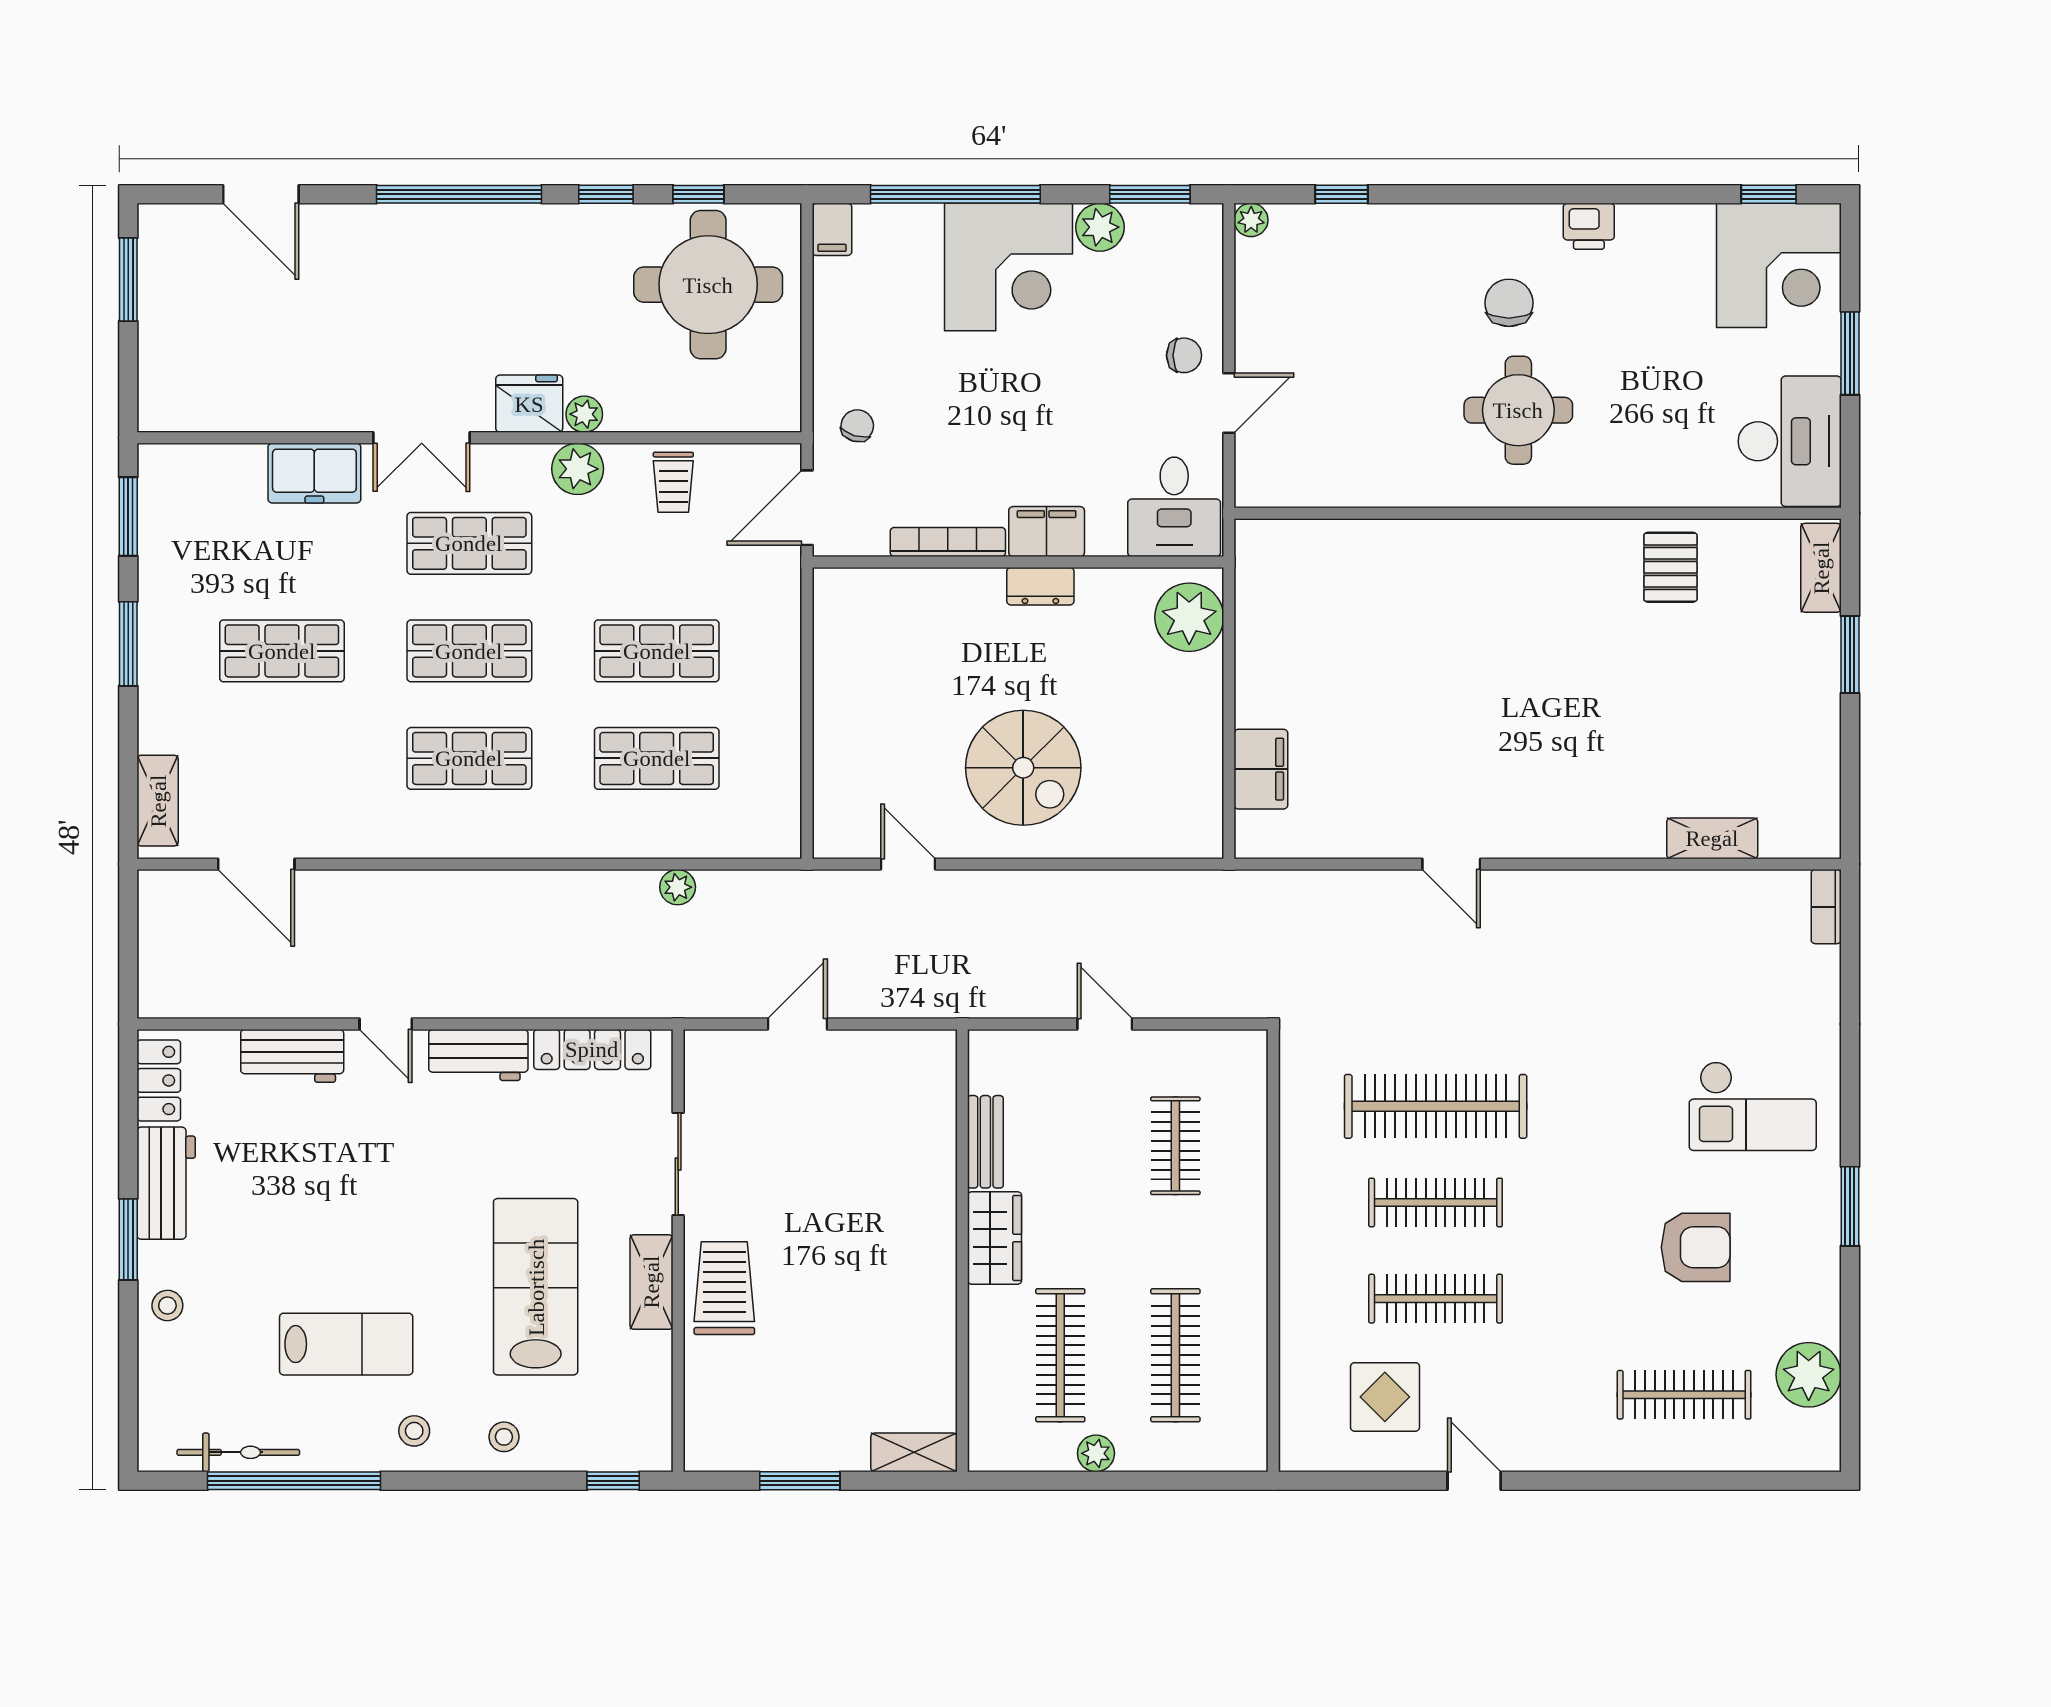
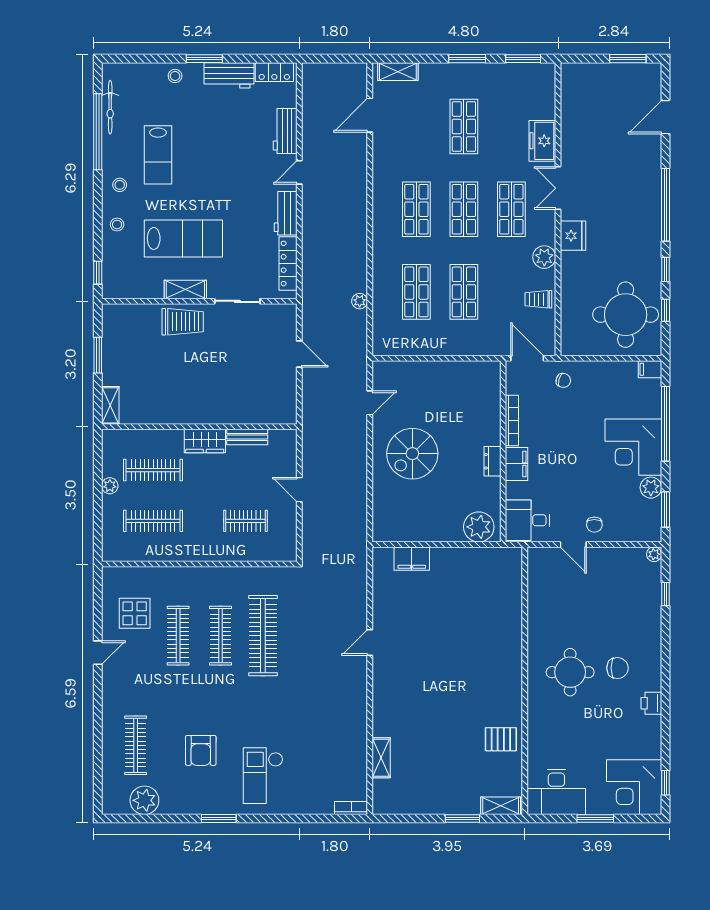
plant: (584, 414) -> (568, 260), removed
door: (1105, 1024) -> (299, 490), swing flipped

